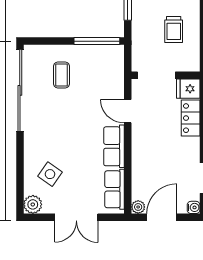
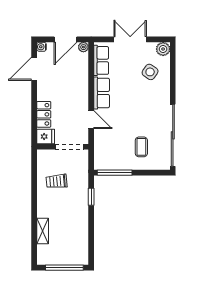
trolley: (174, 29) -> (57, 181), turned -95

